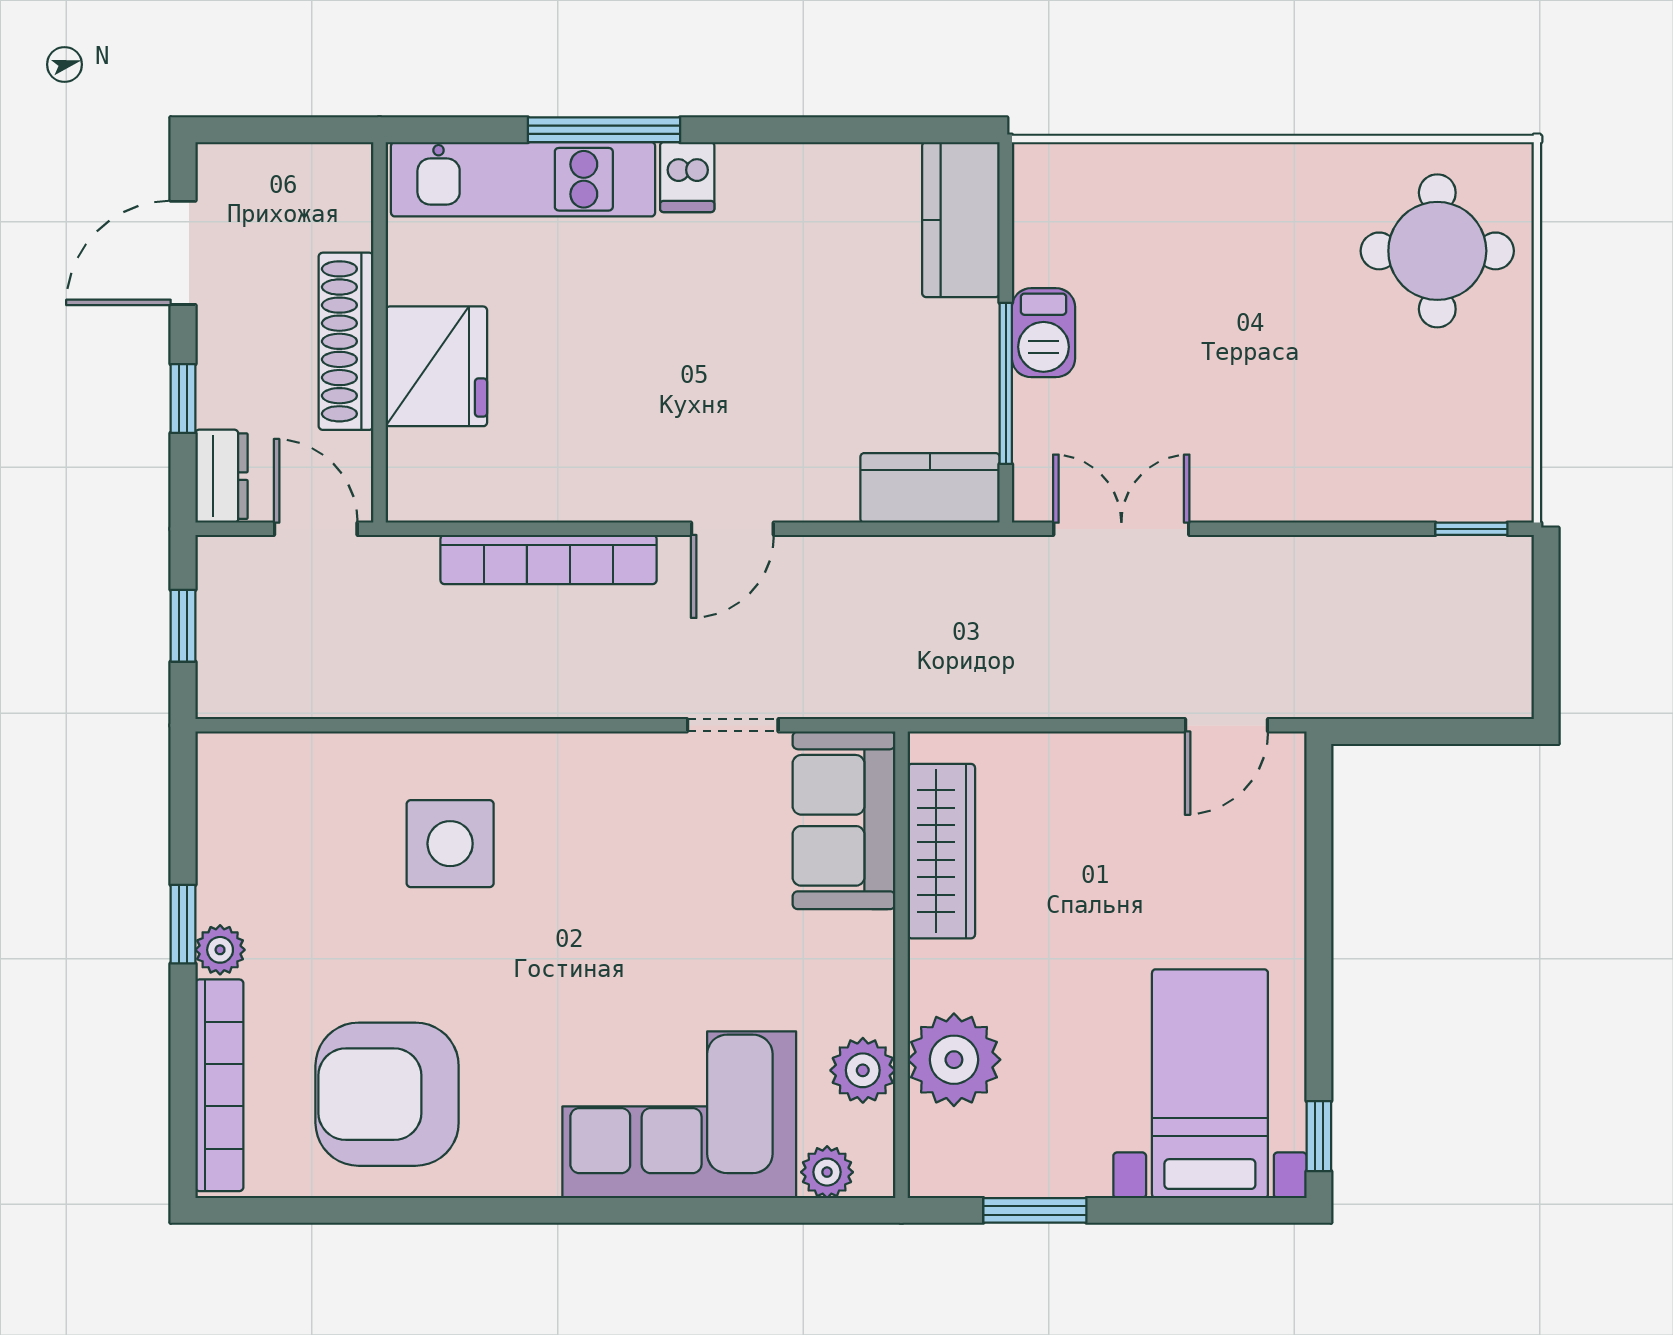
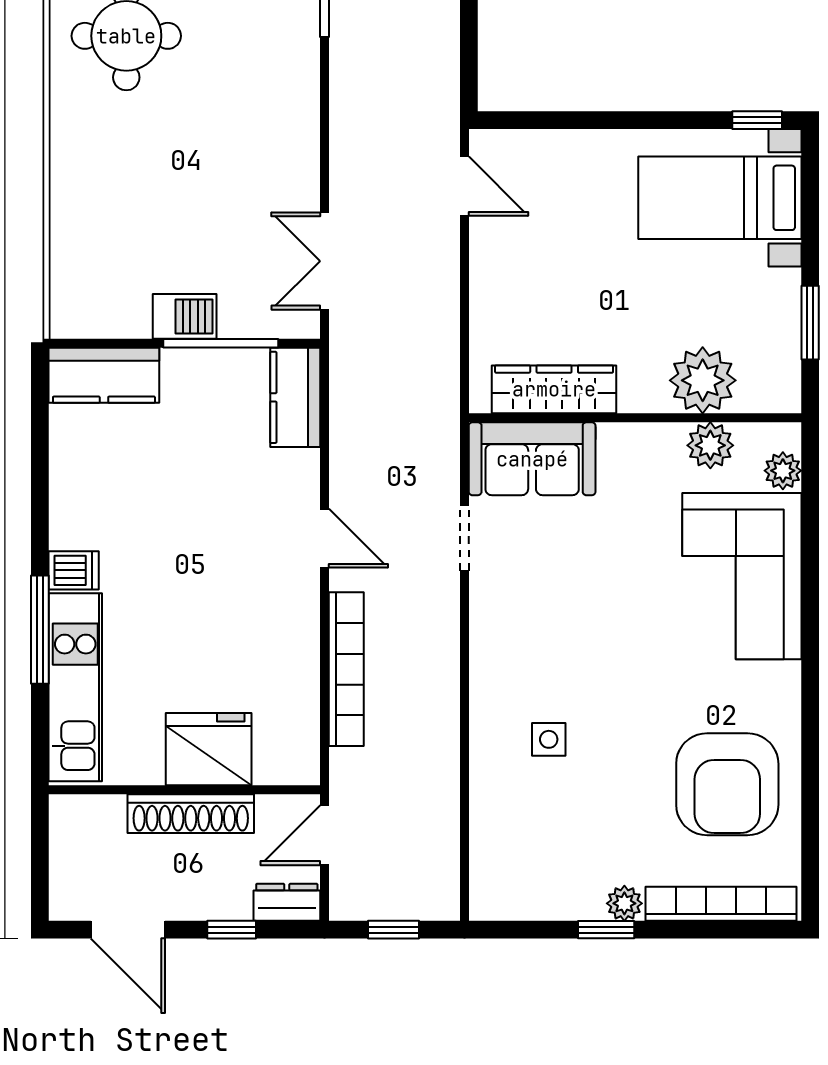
side table: (450, 844) -> (549, 739), width x0.54, depth x0.54

